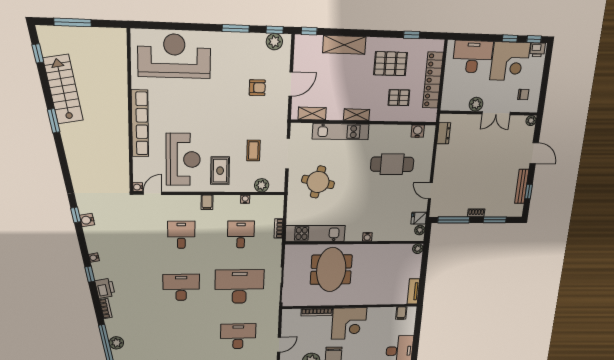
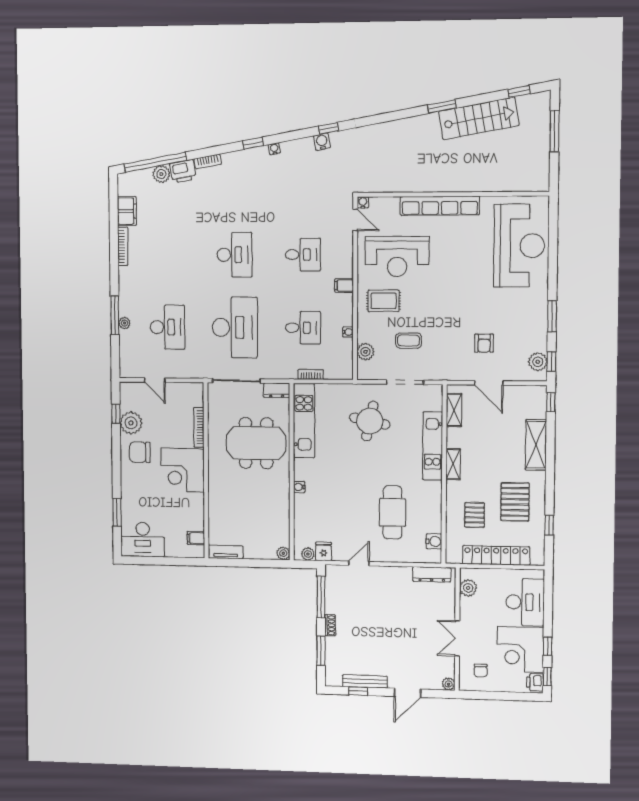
plant: (476, 104) -> (468, 588), moved
dresser: (444, 133) -> (432, 574), width x1.44
dresser: (290, 254) -> (277, 390), added
printer: (105, 288) -> (183, 171), moved

